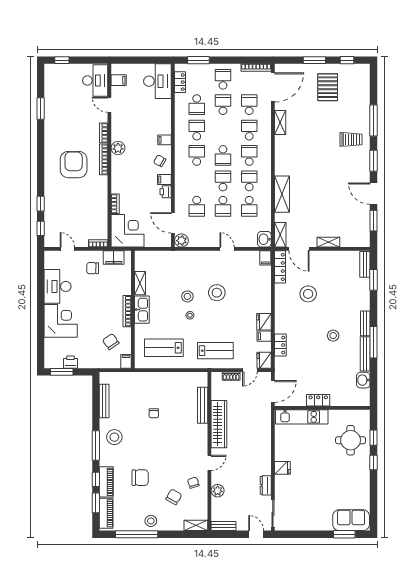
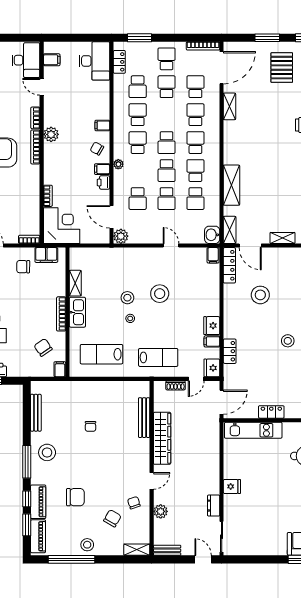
plant: (179, 175) -> (118, 164), added
school desk: (223, 181) -> (167, 171), turned 180

